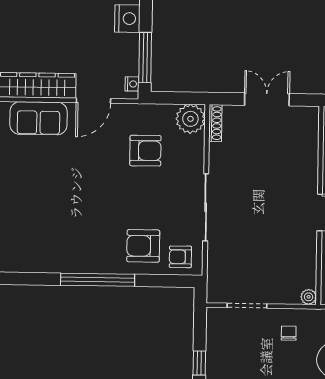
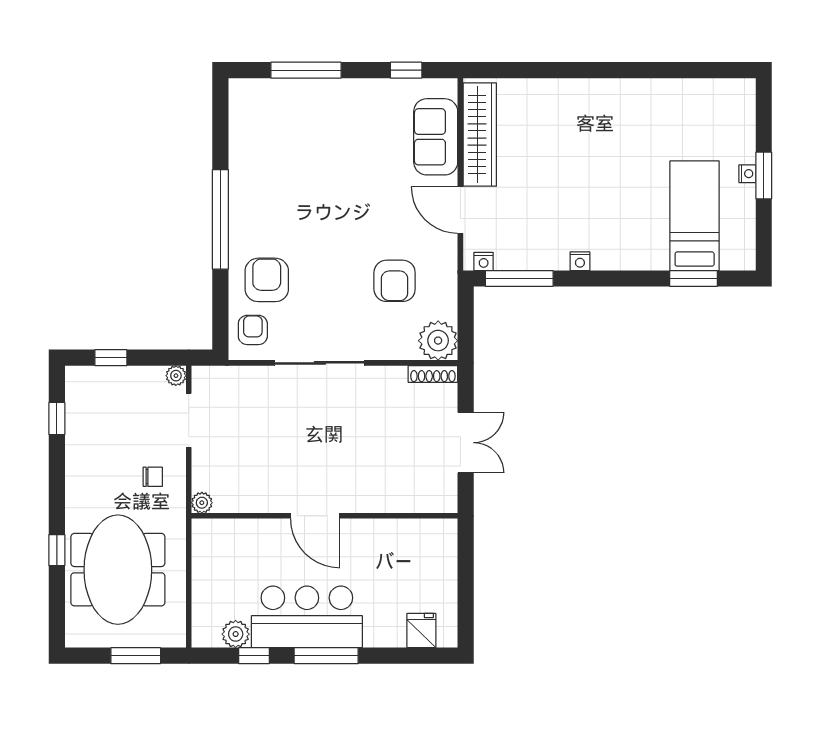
nightstand: (127, 19) -> (580, 261), width x0.53, depth x0.56
plant: (214, 315) -> (176, 376), added

